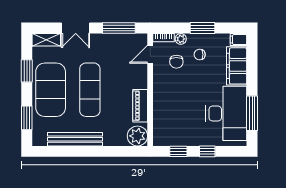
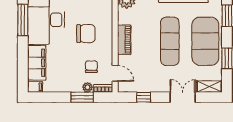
window: (119, 28) -> (144, 97), width x0.46
window: (203, 28) -> (82, 97), moved
door: (150, 54) -> (115, 73), hinge flipped
chair: (200, 55) -> (86, 34), moved, width x1.87, depth x1.87
piano: (140, 106) -> (124, 40), moved

